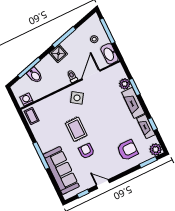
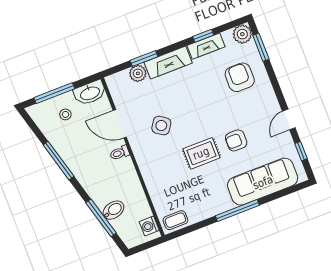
shower: (58, 54) -> (83, 171), removed
side table: (77, 98) -> (161, 126), moved

